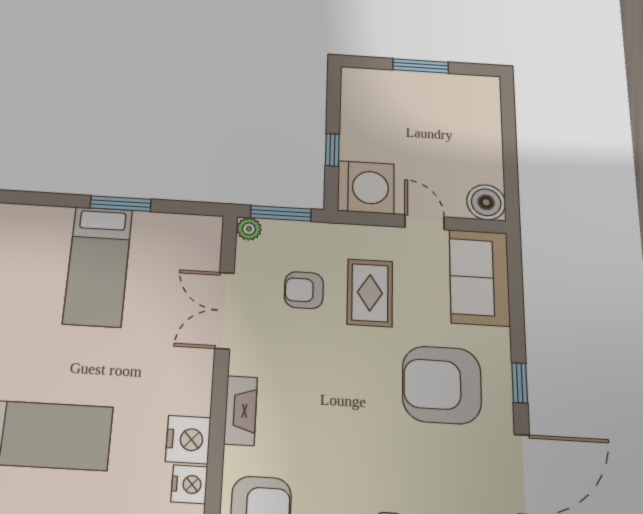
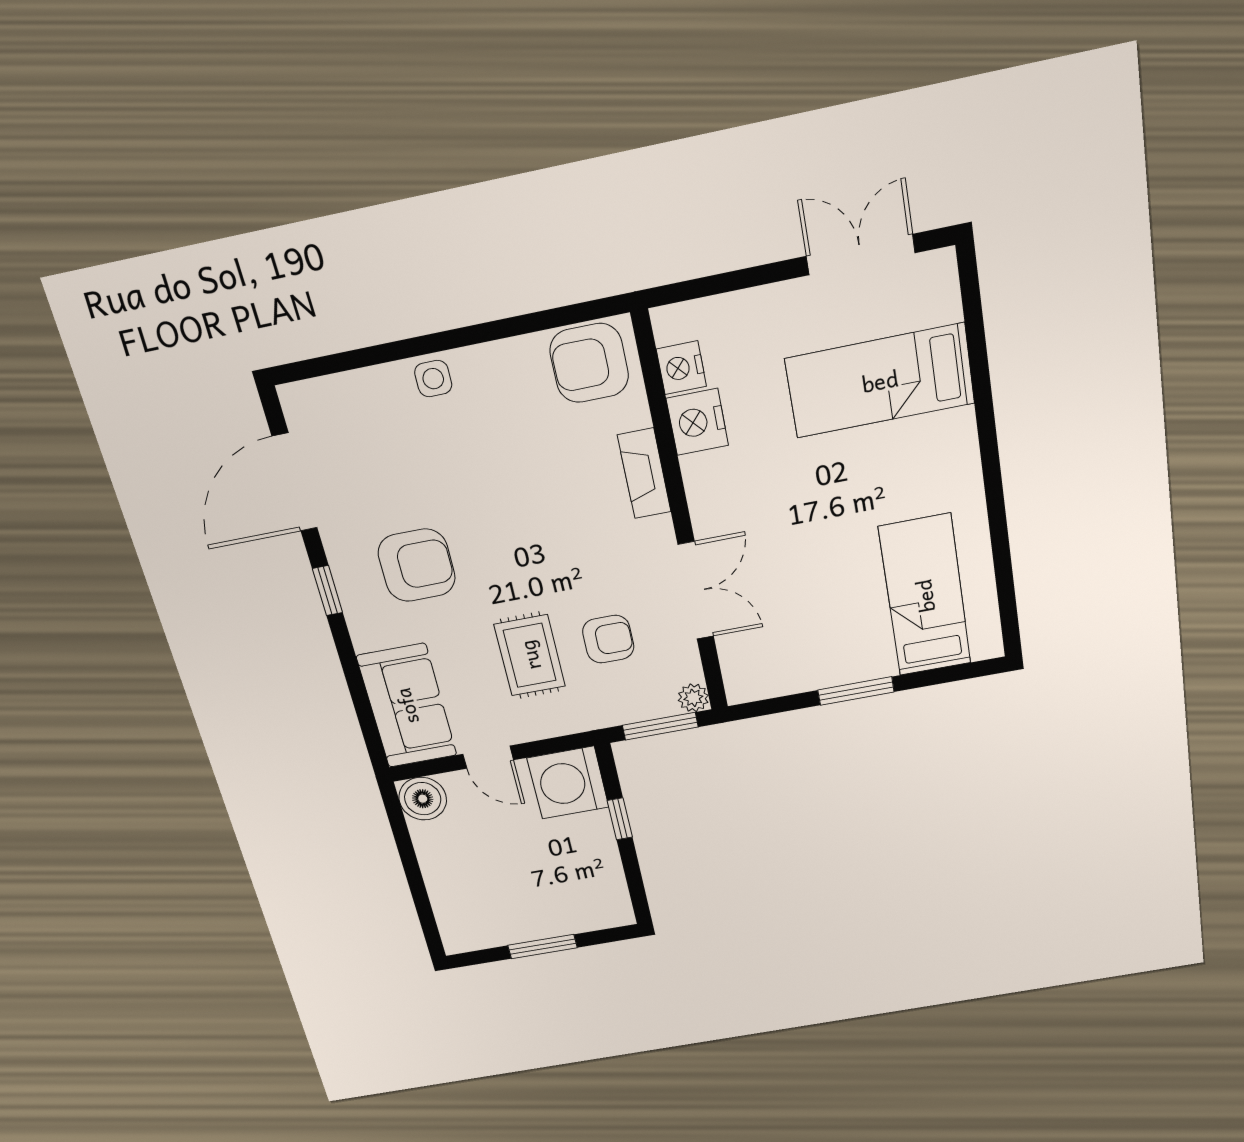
bed: (98, 266) -> (925, 596), moved
armchair: (442, 385) -> (417, 565), width x0.73, depth x0.73

